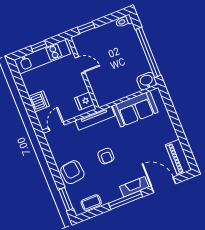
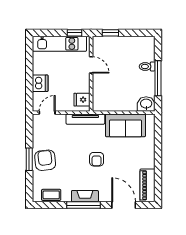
toilet: (124, 21) -> (147, 66), moved
window: (39, 46) -> (74, 33), moved
window: (148, 52) -> (158, 78), width x0.68
armchair: (106, 156) -> (97, 159), moved
fireplace: (134, 187) -> (85, 196), moved
window: (66, 199) -> (29, 159), moved

